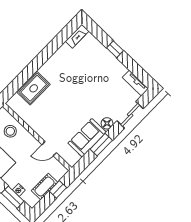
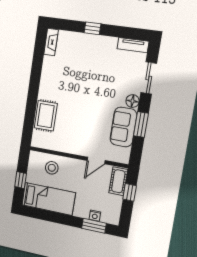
cot: (44, 187) -> (118, 181), moved

